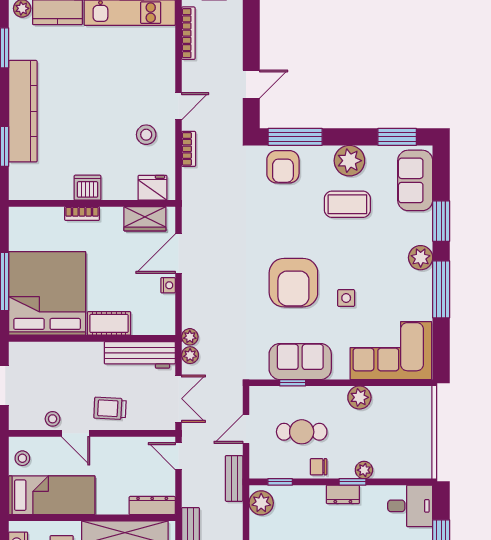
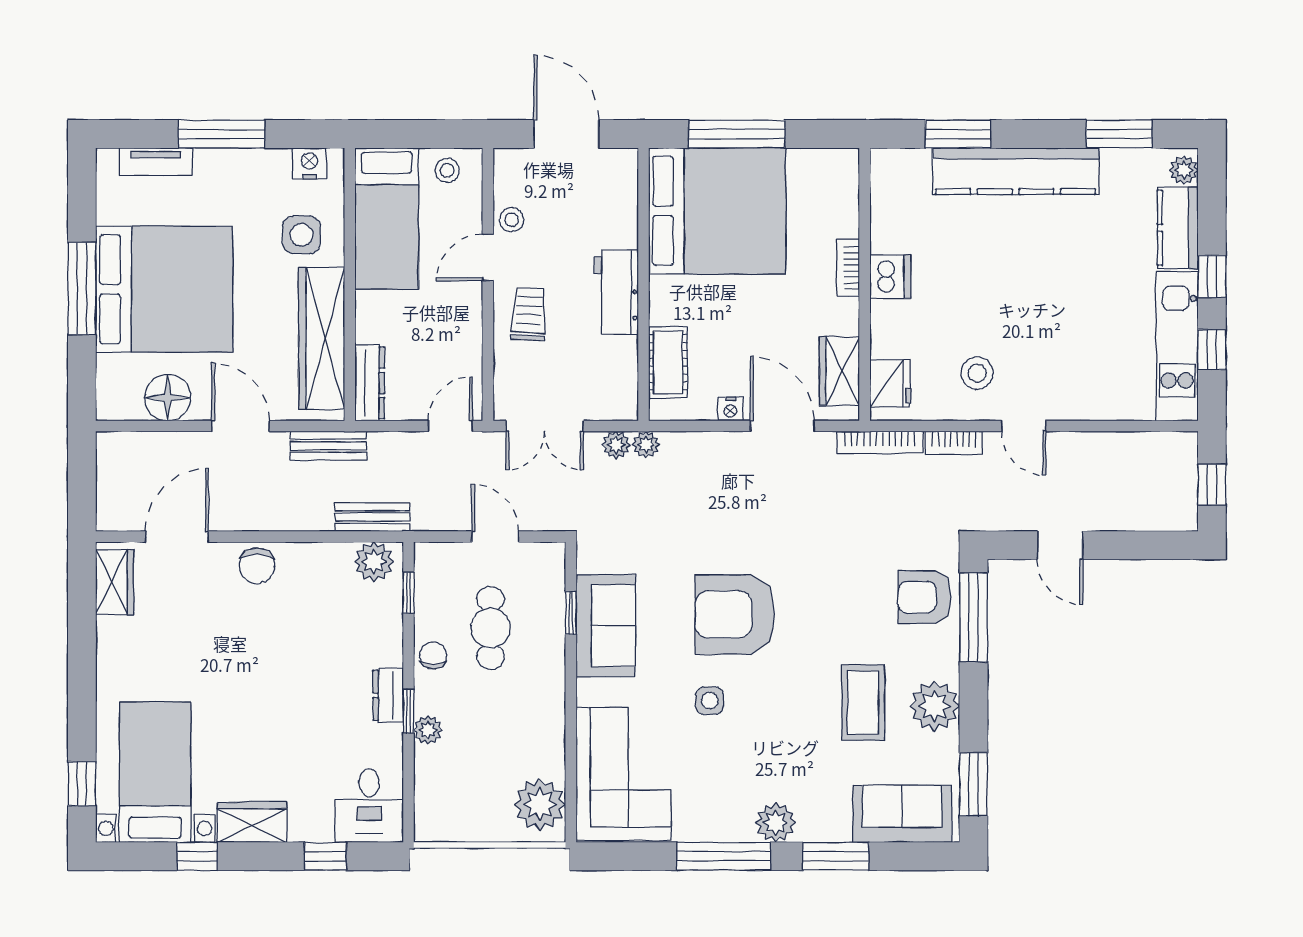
bookcase: (188, 33) -> (880, 442), moved
cot: (109, 323) -> (668, 362), moved
workbench: (140, 355) -> (616, 292), moved, width x0.73
plant: (359, 397) -> (540, 804), moved, width x1.36, depth x1.36
bench: (234, 478) -> (372, 517), moved

